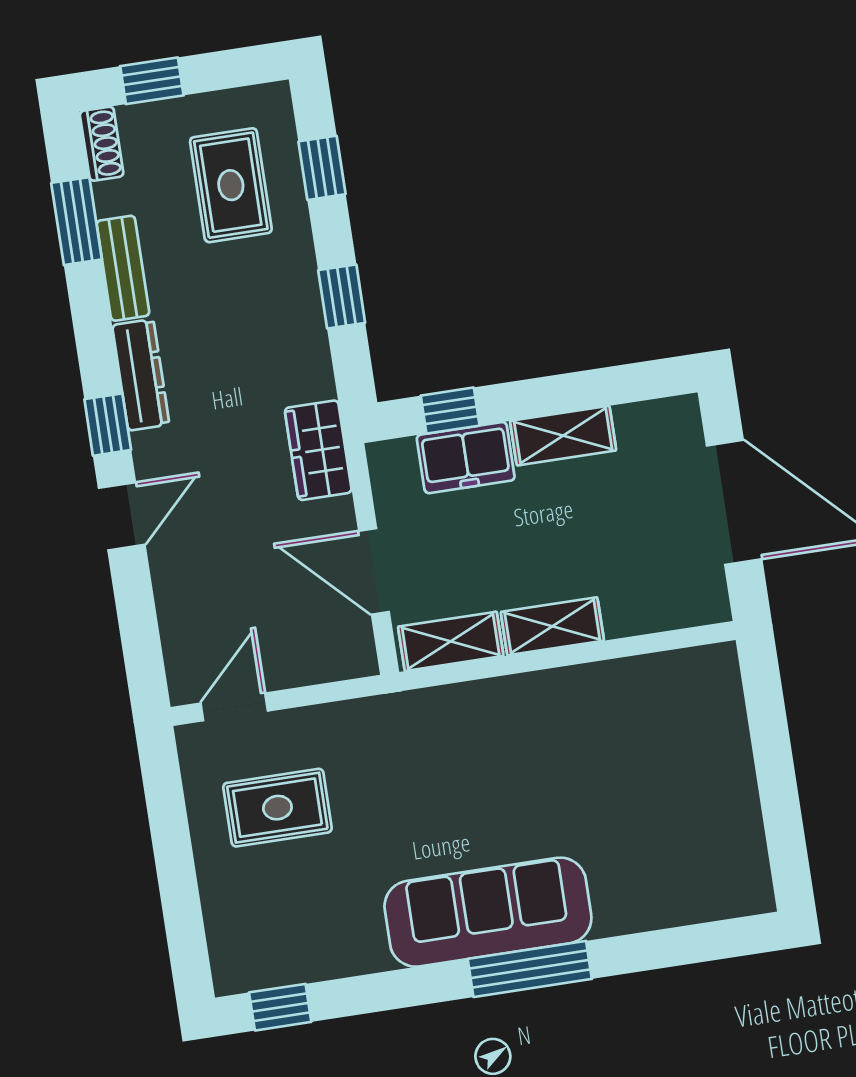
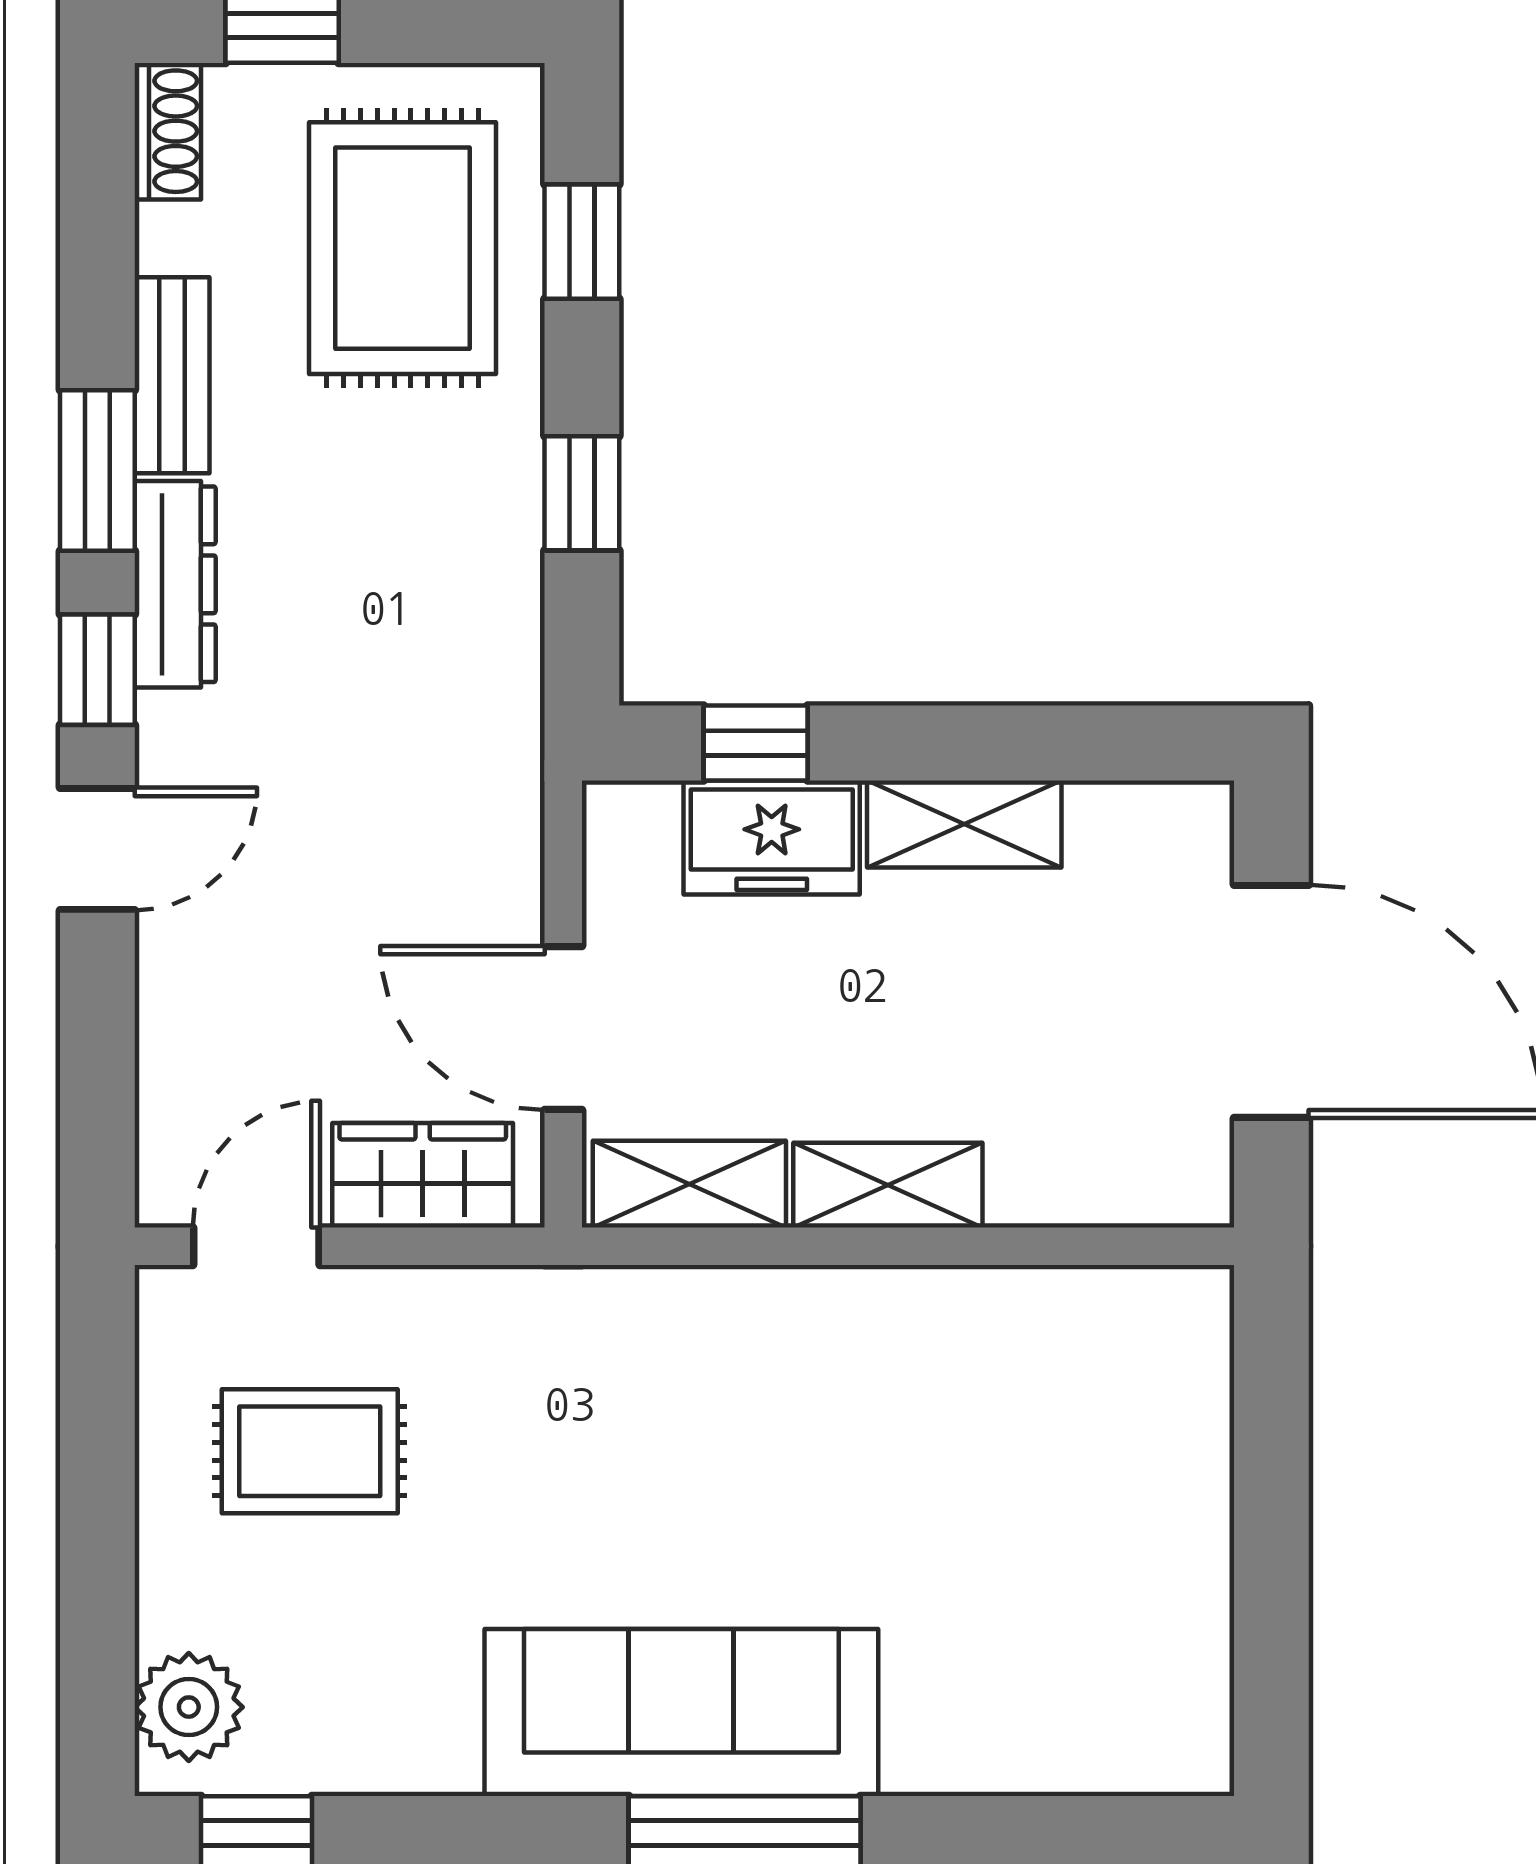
rug: (231, 185) -> (403, 248), width x1.36, depth x1.43
window: (77, 221) -> (97, 471), moved
wardrobe: (318, 450) -> (423, 1175), moved, turned 90
plant: (236, 948) -> (189, 1707), added

